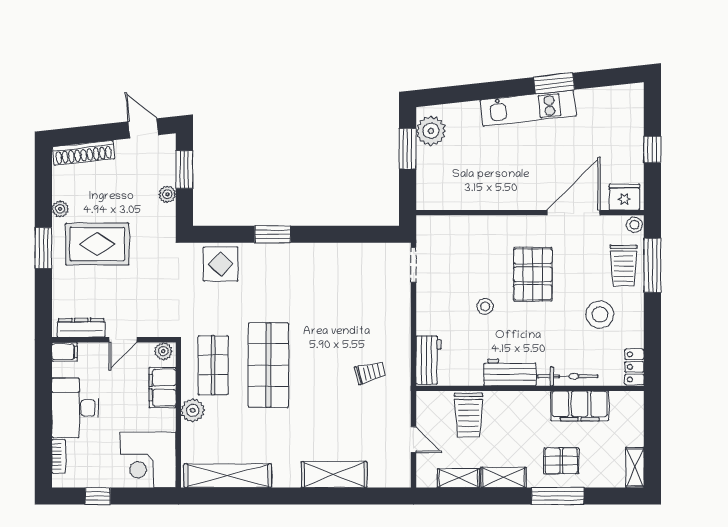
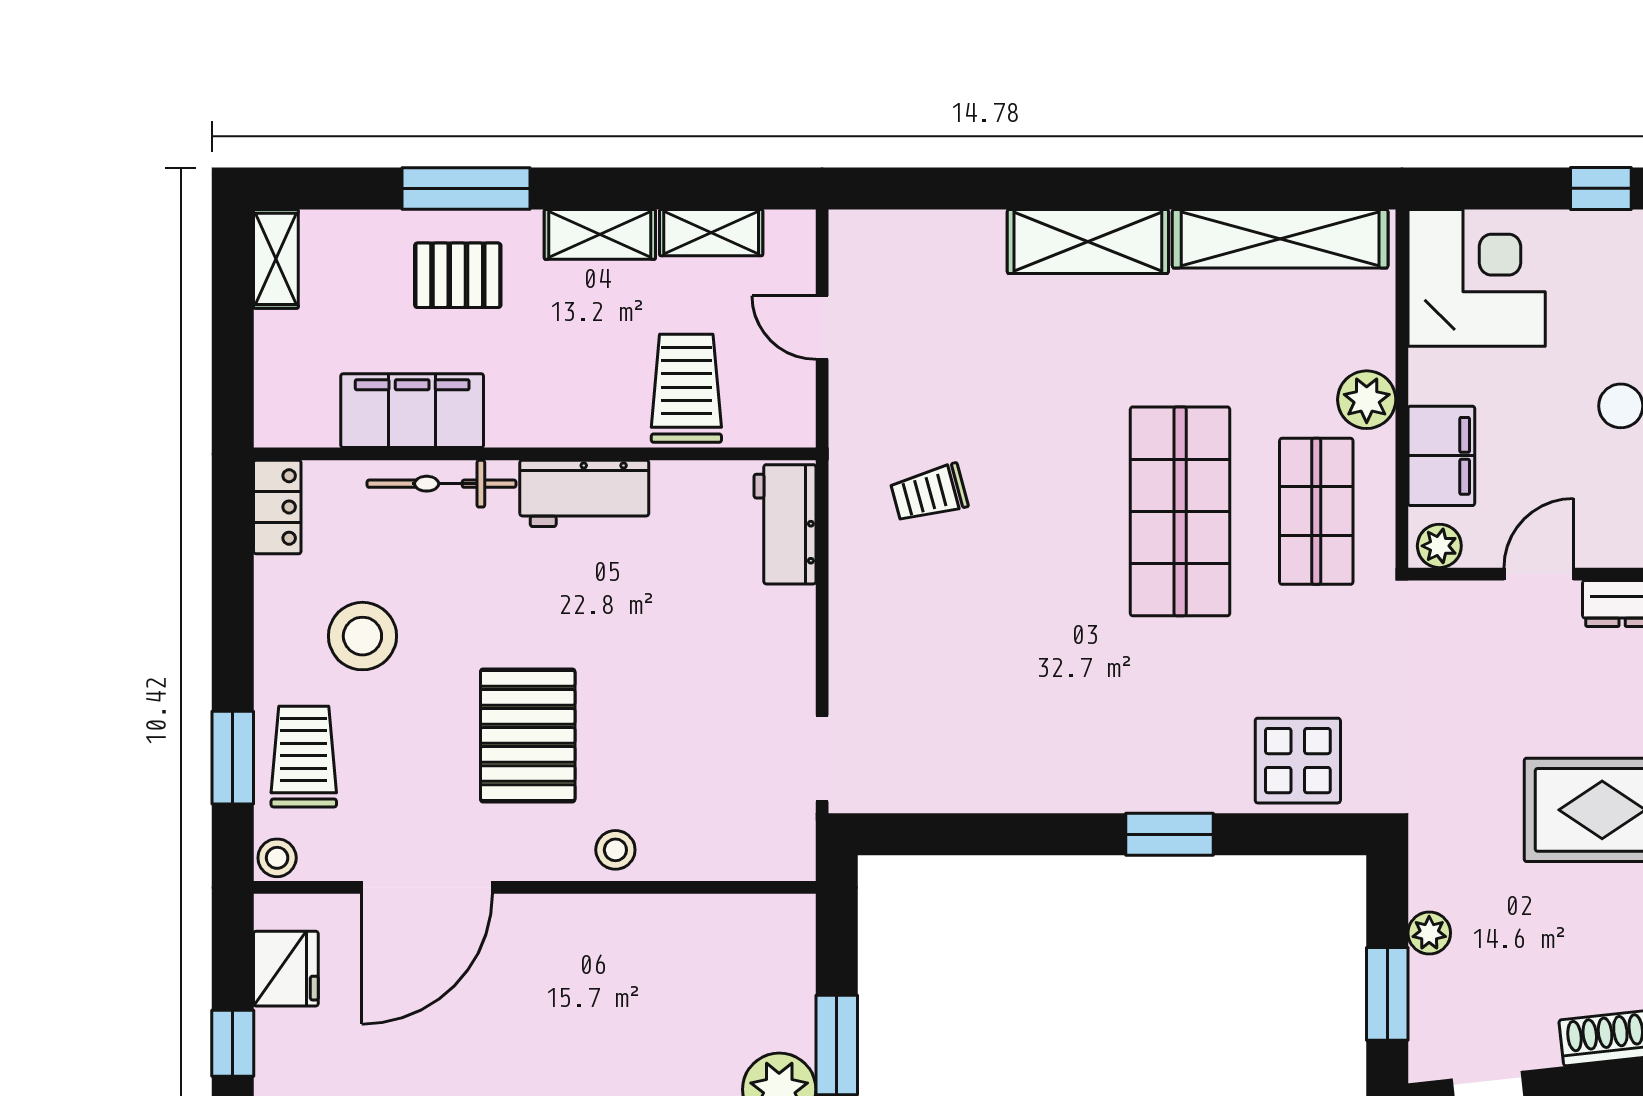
fridge: (624, 197) -> (286, 969), moved, turned -90
window: (652, 265) -> (233, 758), width x0.69
stool: (485, 306) -> (615, 850), moved
shelving: (334, 474) -> (1088, 242), moved

